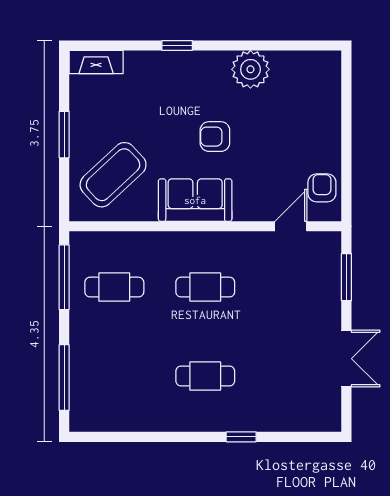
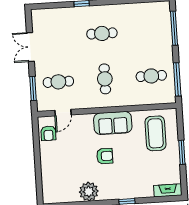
coffee table: (113, 175) -> (156, 133), turned -47
cafe table: (205, 287) -> (105, 79), turned 90
cafe table: (296, 287) -> (58, 82), added

